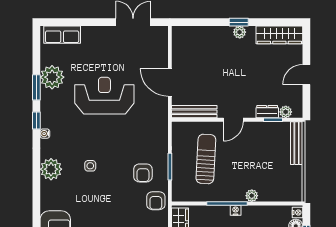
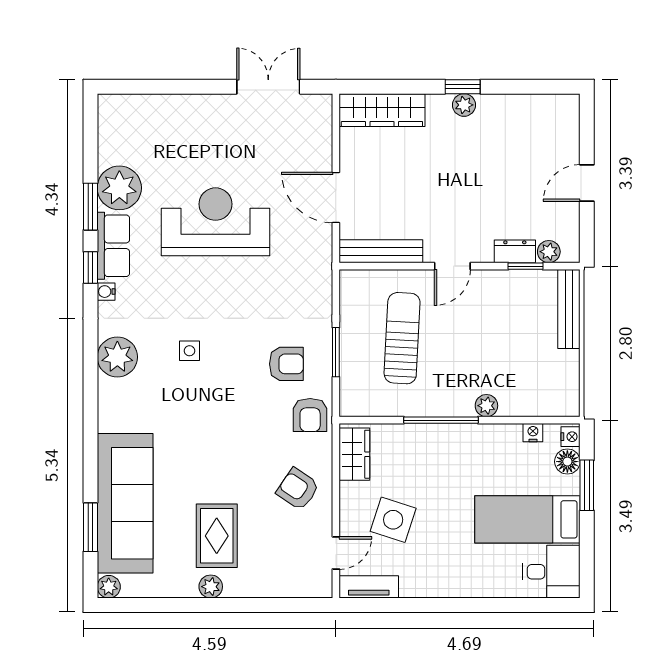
row of seats: (62, 35) -> (113, 246), moved, turned -90
wardrobe: (279, 35) -> (382, 110), moved
armchair: (143, 173) -> (286, 364), turned -90
nightstand: (236, 210) -> (533, 433), moved

